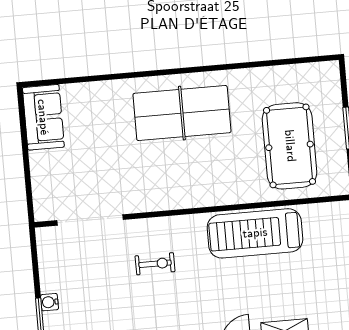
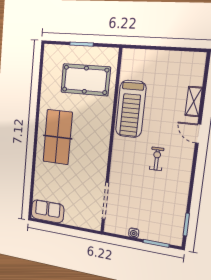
exercise bike: (155, 264) -> (157, 159), moved
water cooler: (50, 302) -> (134, 233), moved

